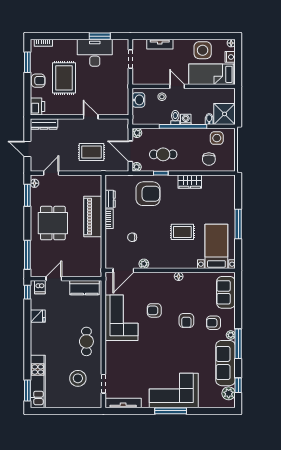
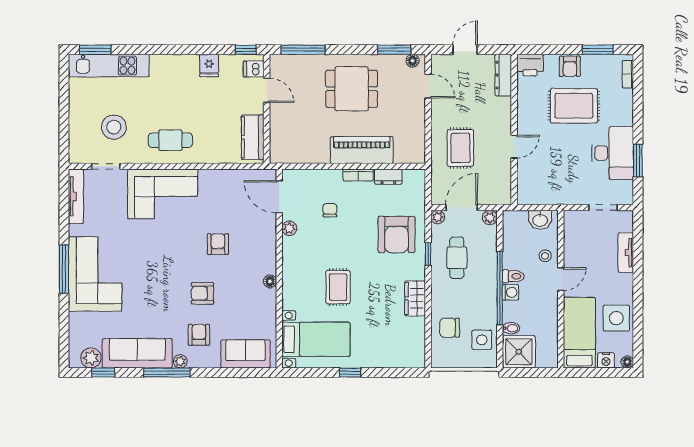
window: (238, 224) -> (350, 373), width x0.46
corner sofa: (122, 318) -> (163, 194), moved

